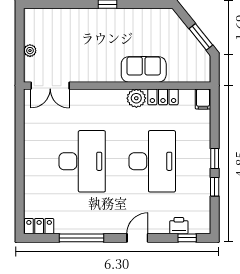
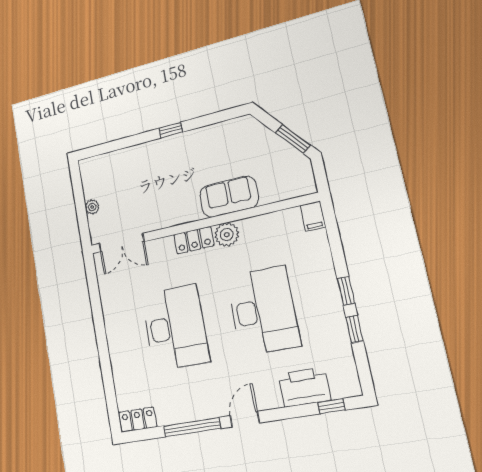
locker: (163, 97) -> (194, 240), moved
printer: (179, 226) -> (304, 387), width x1.87, depth x1.48
door: (137, 238) -> (245, 419), moved

